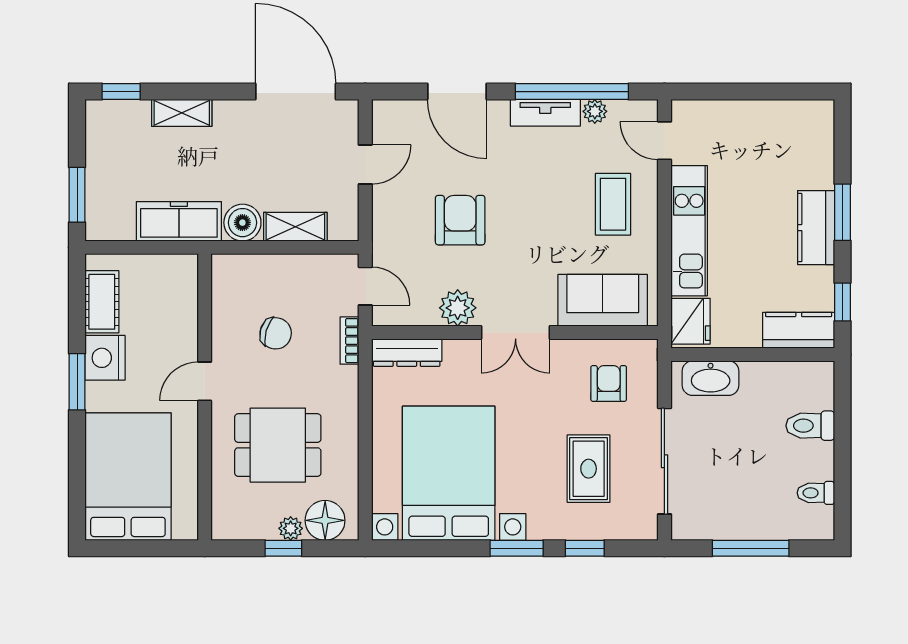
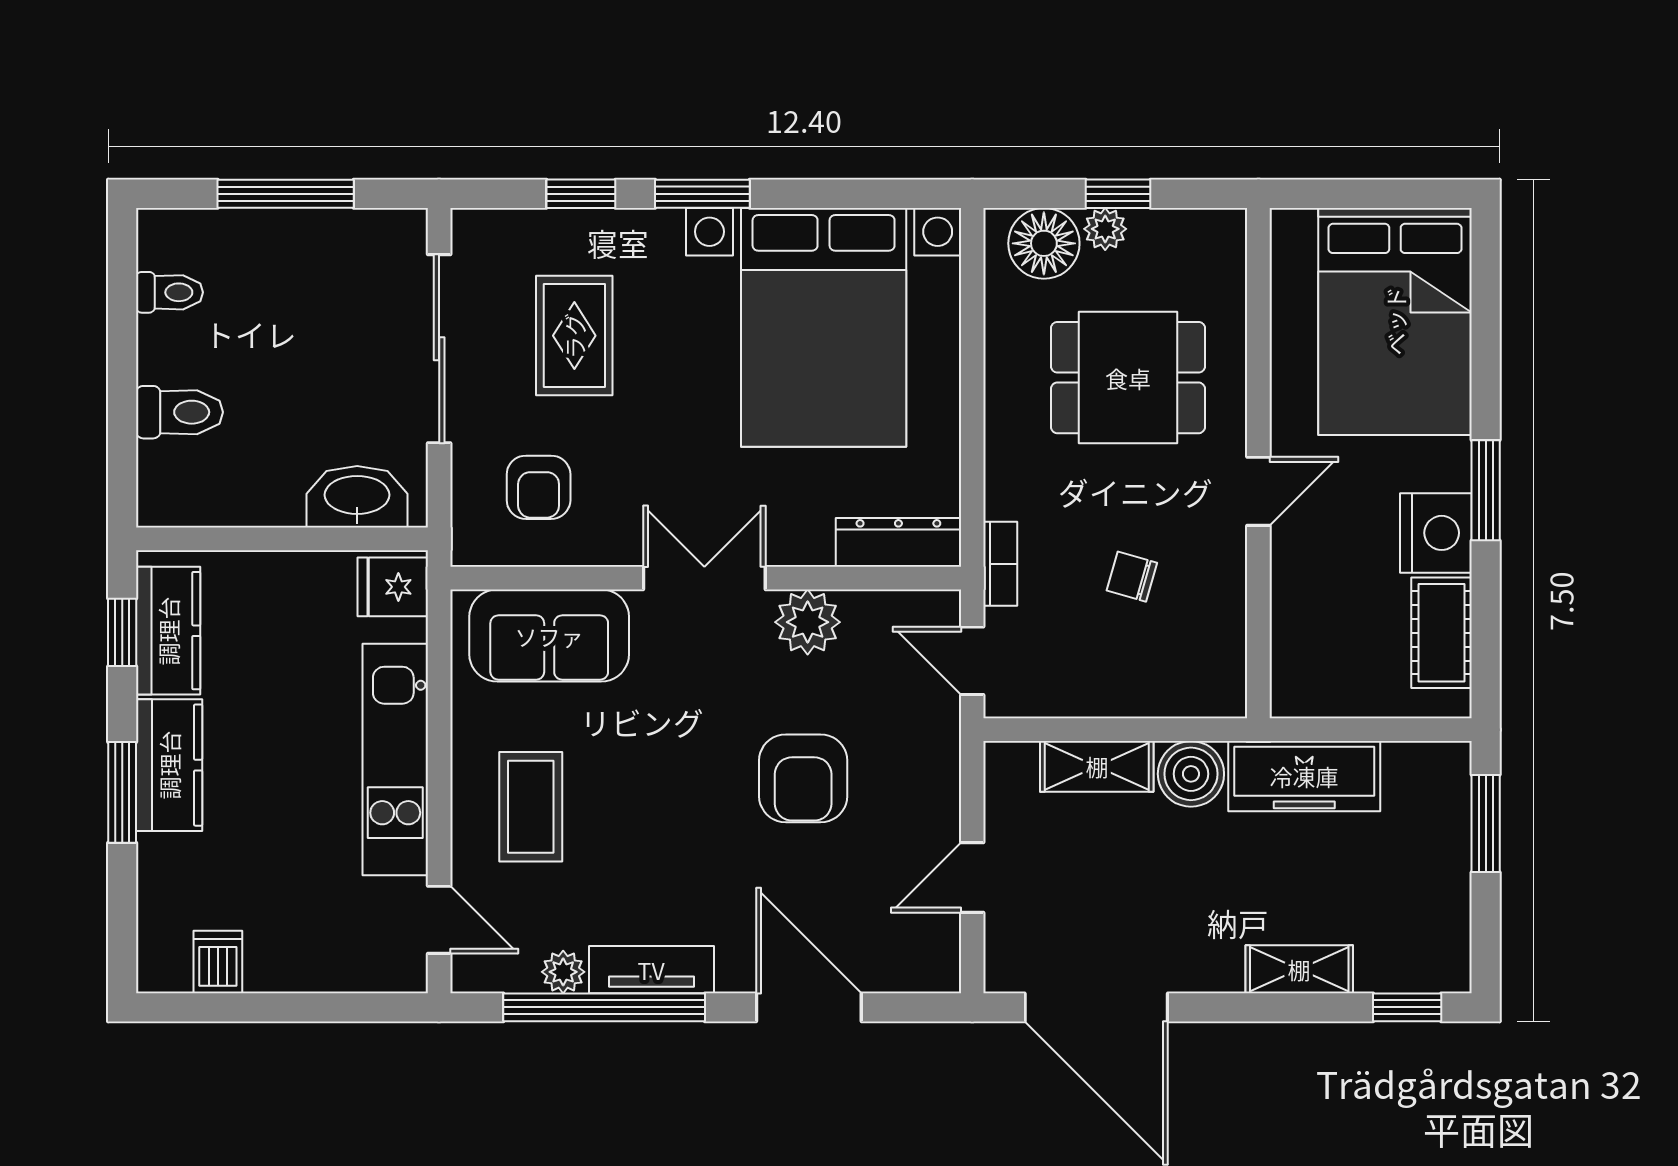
dishwasher: (789, 117) -> (218, 962), added
fridge: (690, 321) -> (393, 587), width x0.72
kitchen counter: (799, 330) -> (168, 631), moved, turned -90
chair: (276, 333) -> (1132, 577), width x0.73, depth x0.73

